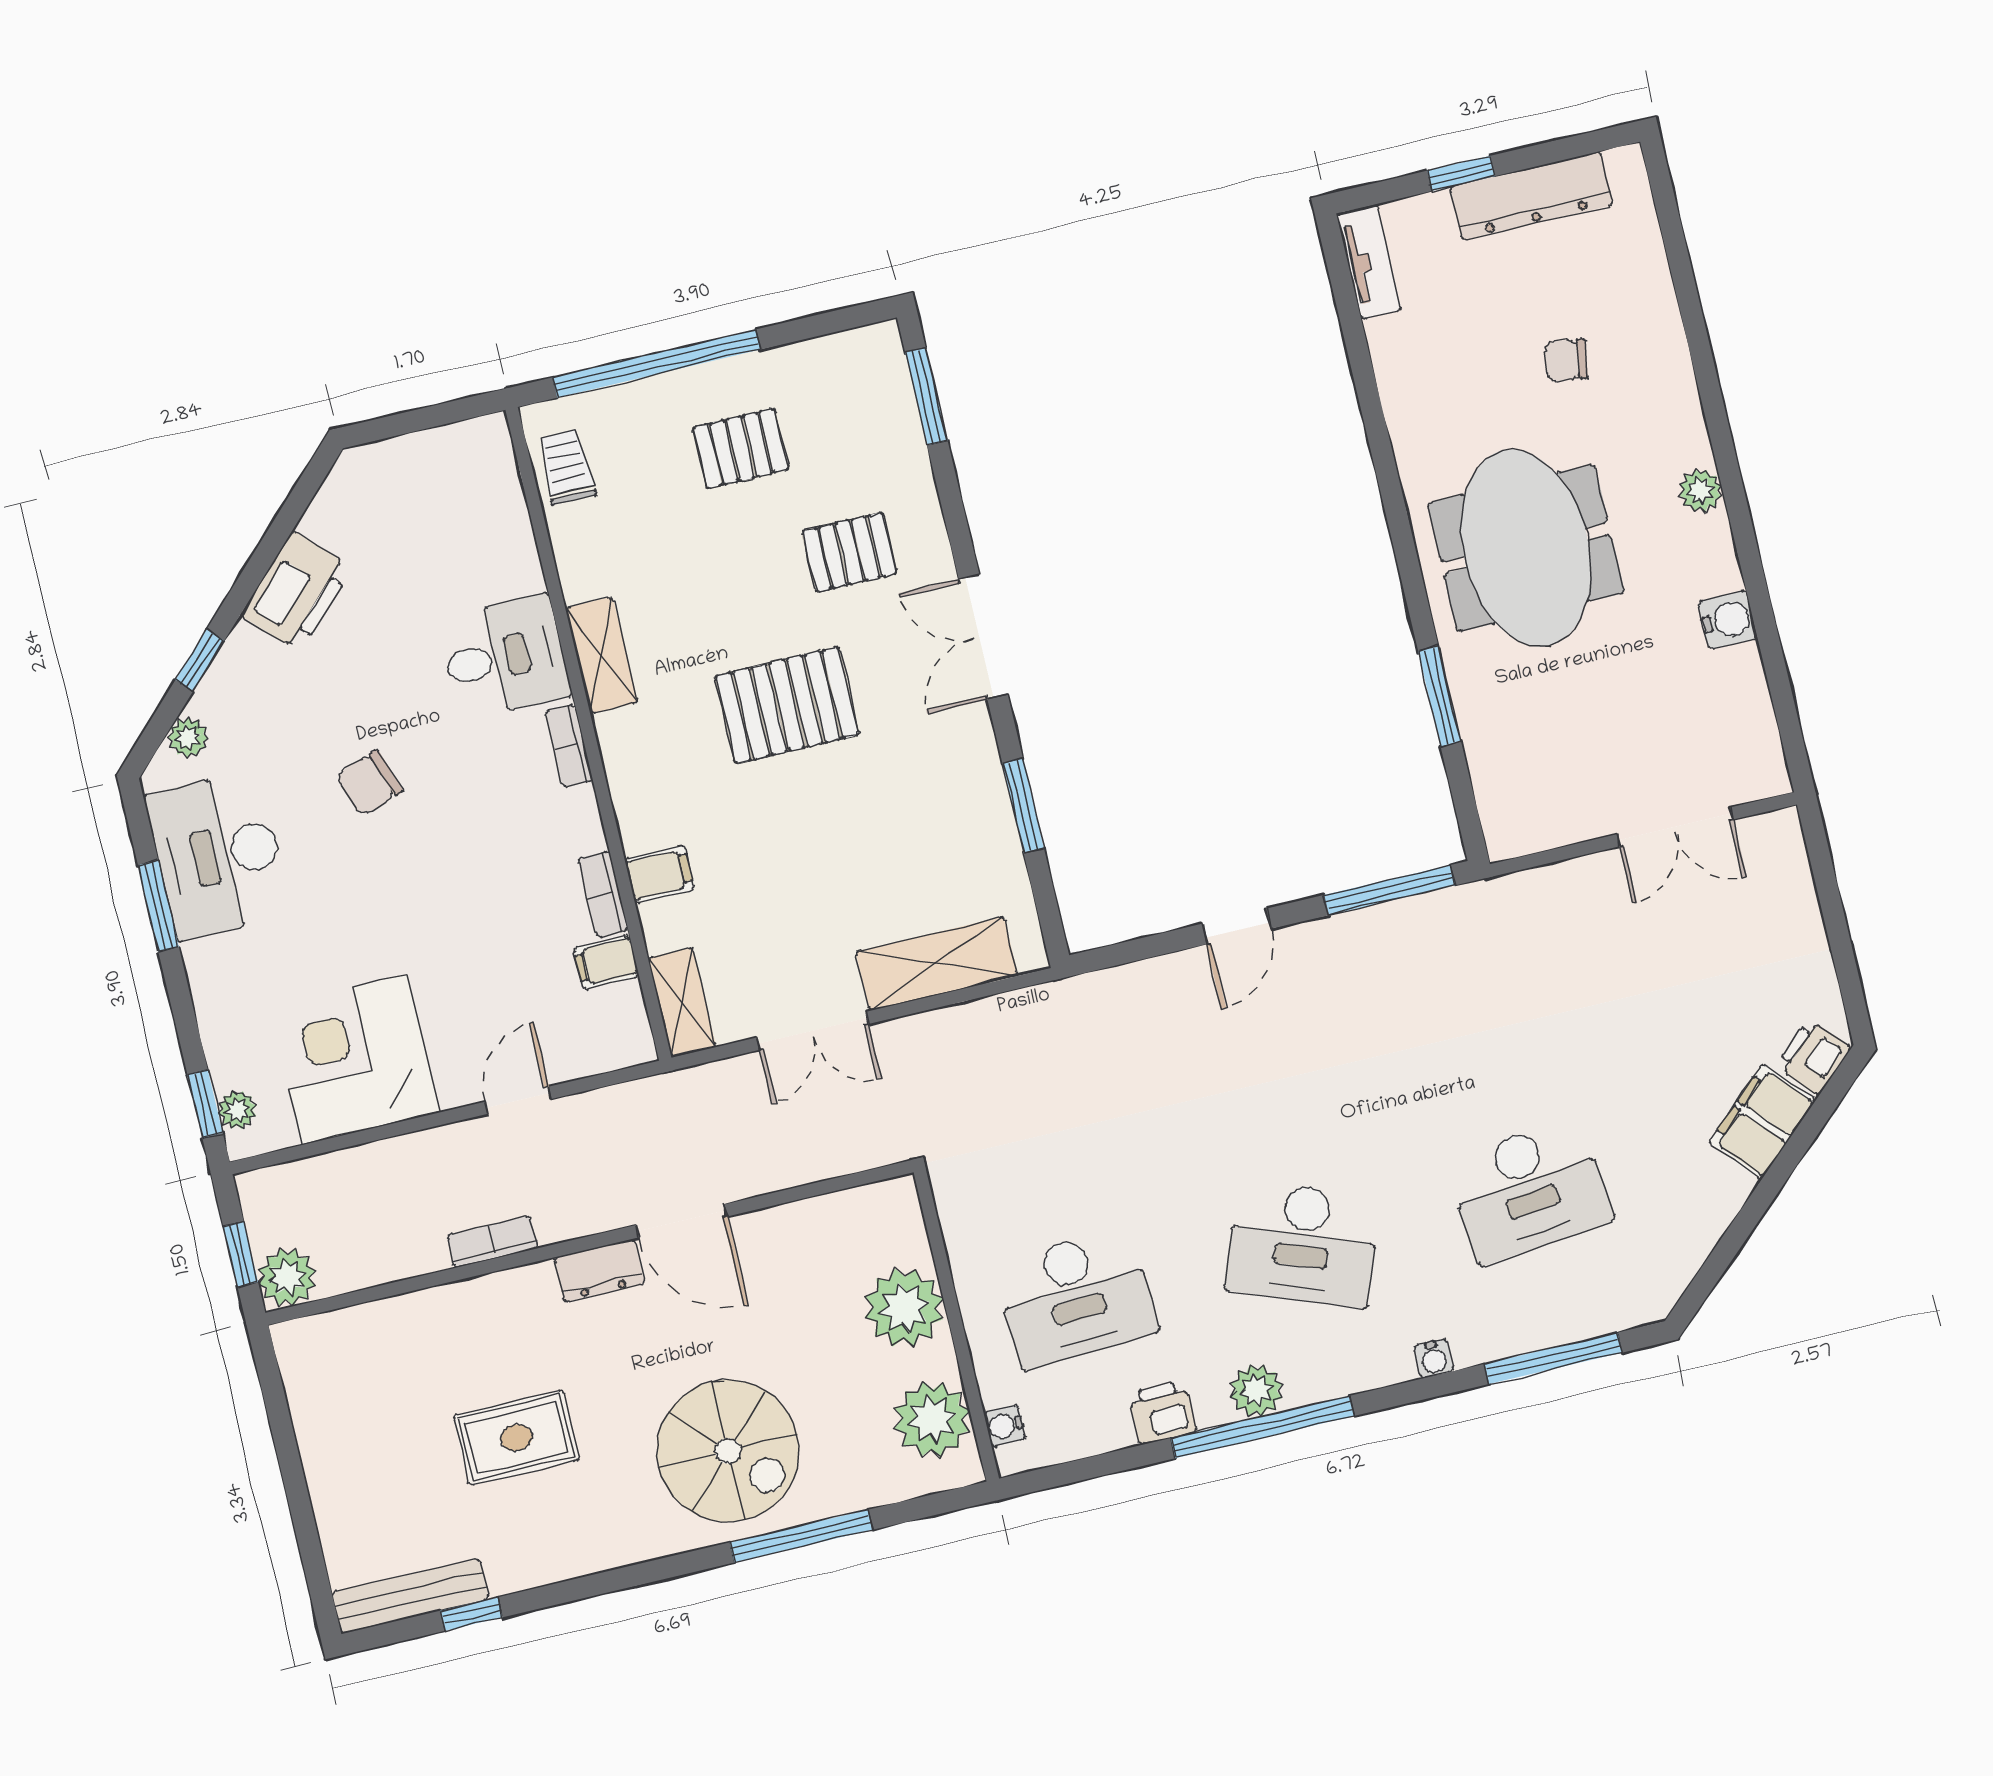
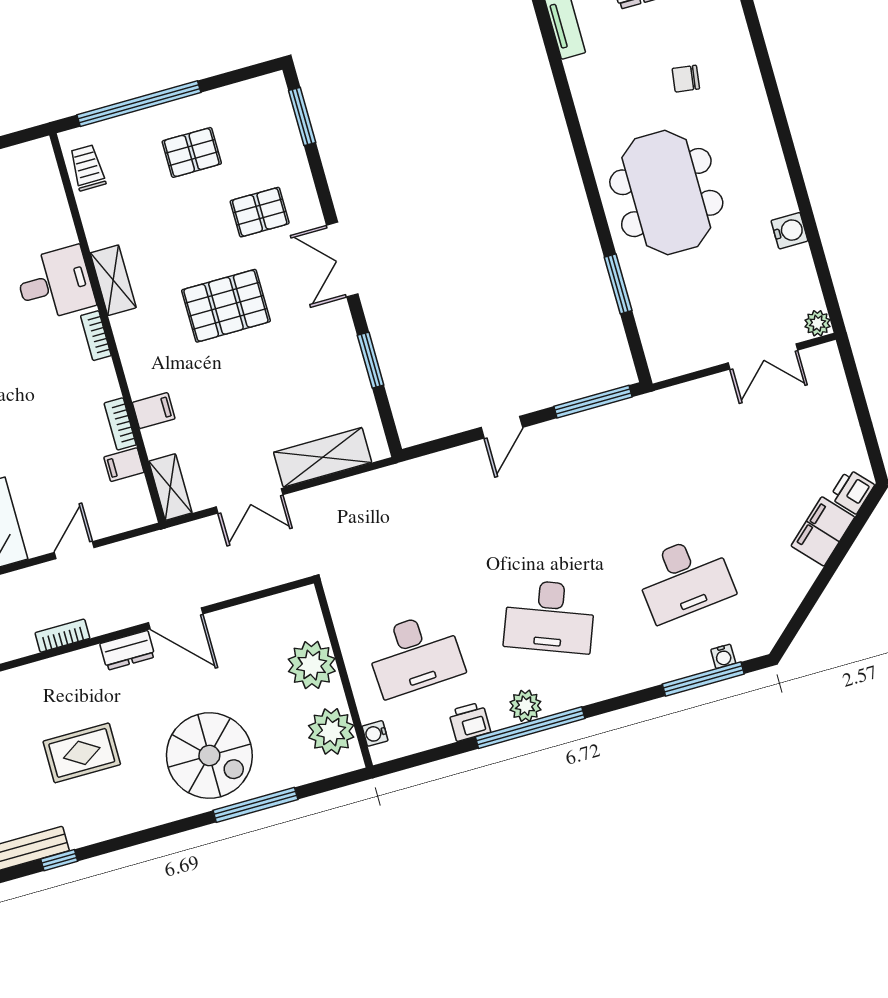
plant: (1700, 491) -> (817, 323), moved
water cooler: (1434, 1359) -> (723, 656), moved

